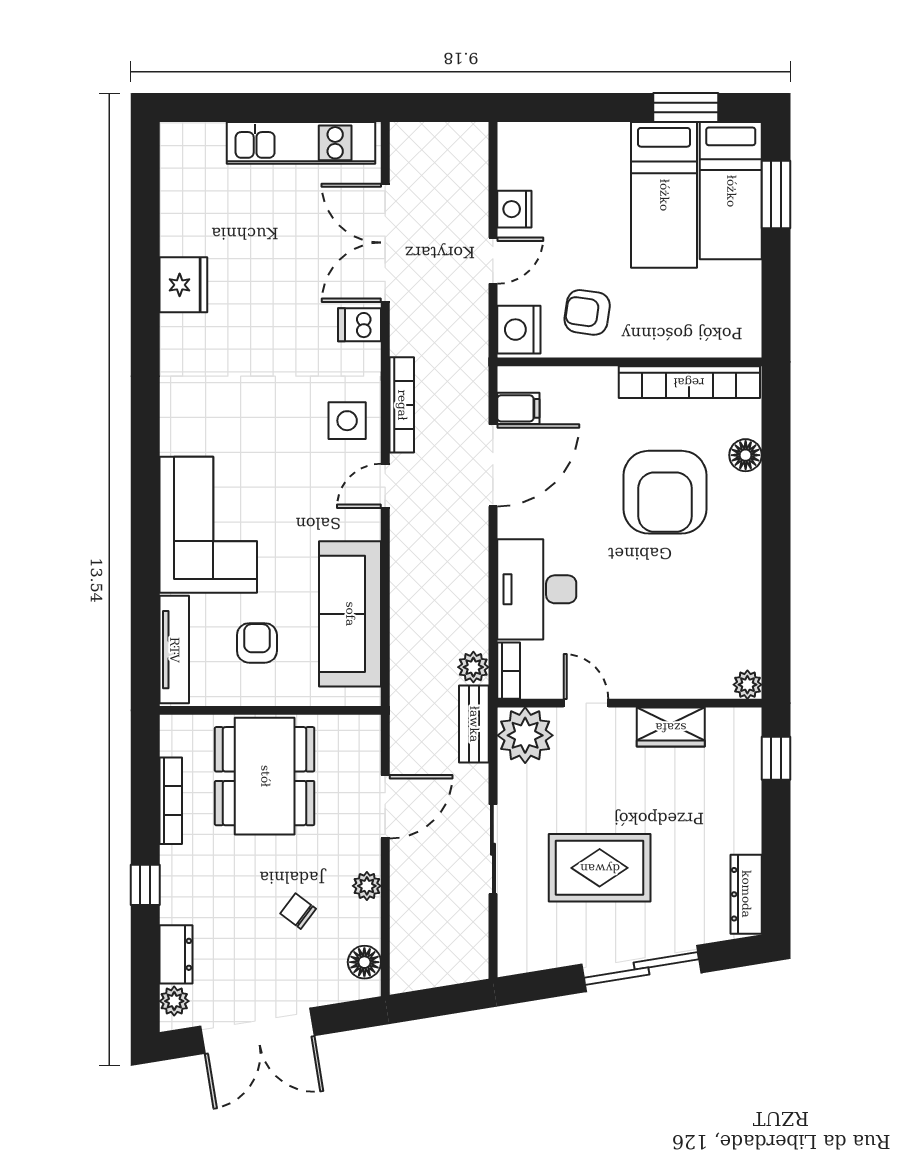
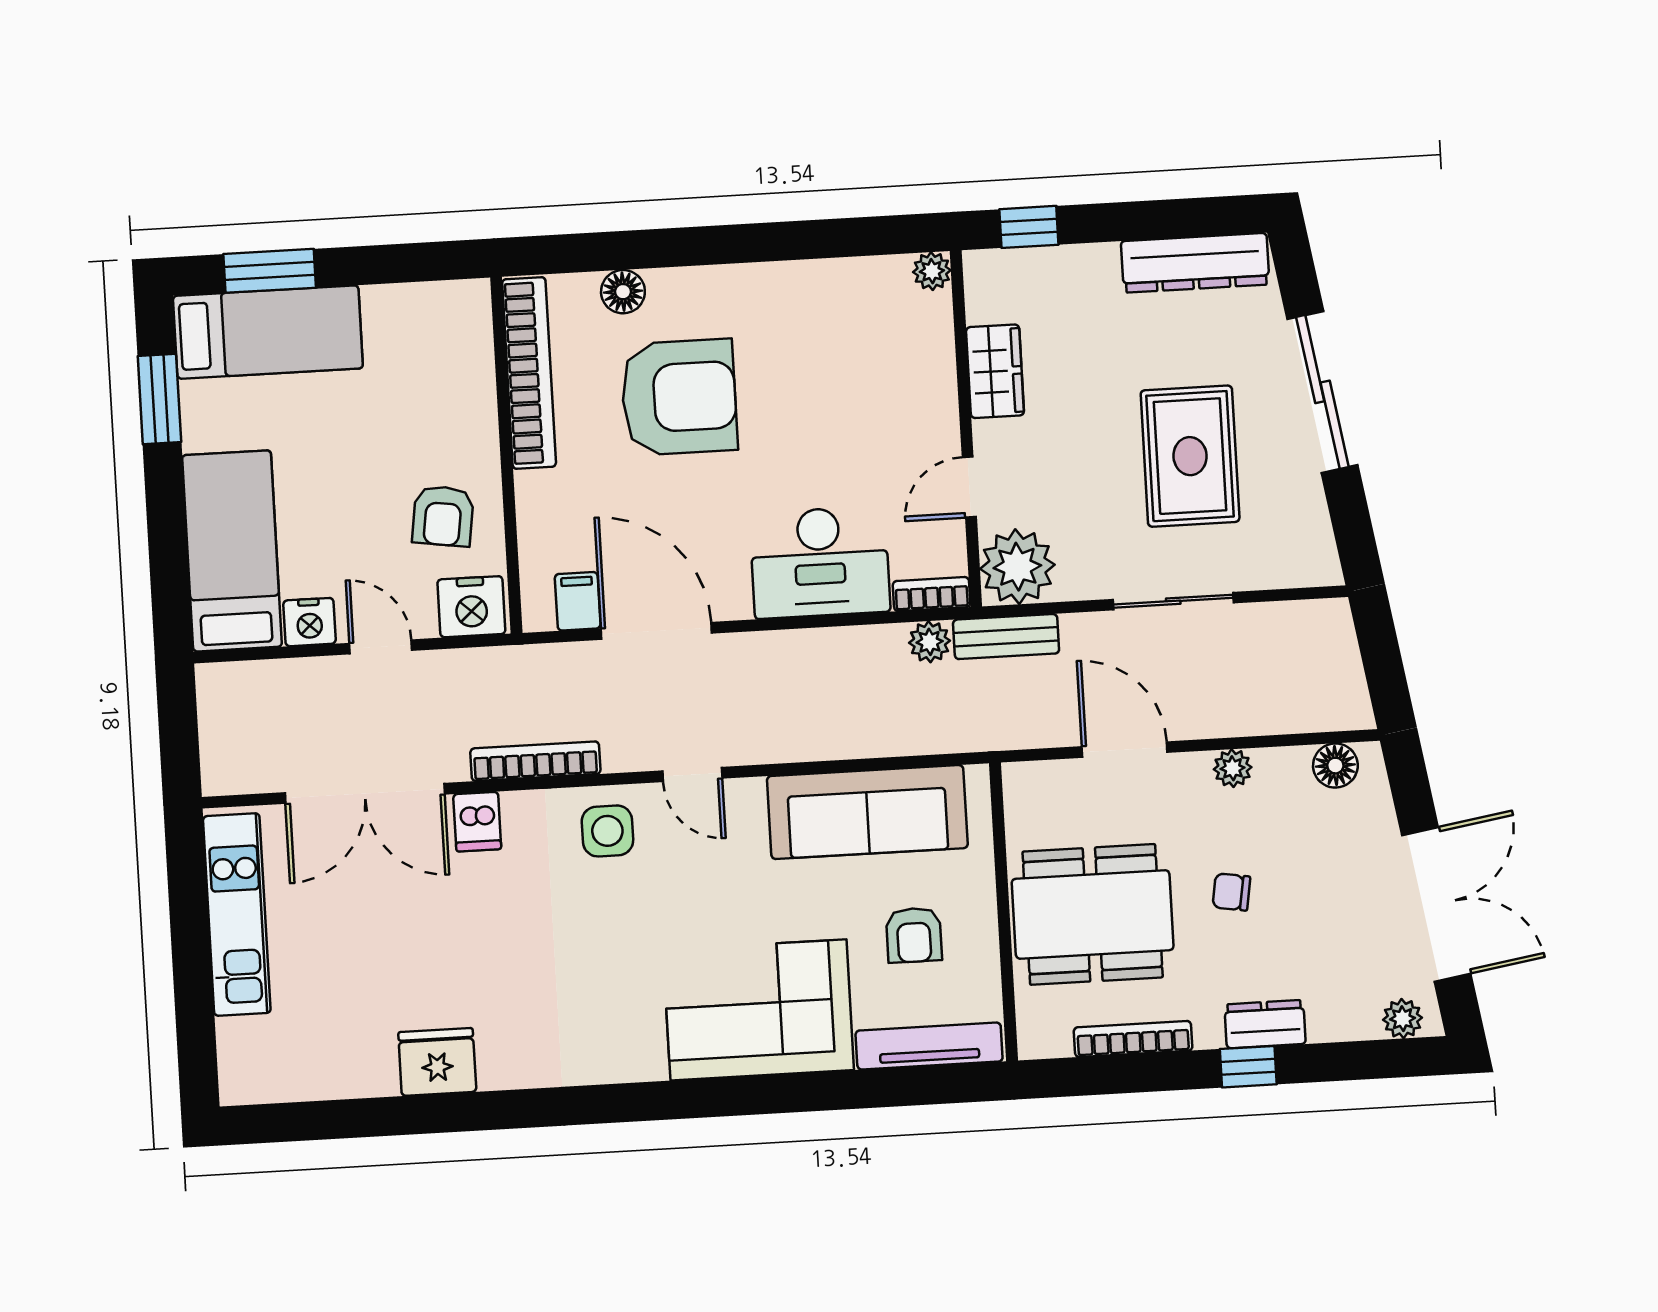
bed: (664, 195) -> (232, 551), moved, turned -90
bookcase: (402, 405) -> (535, 761), moved
armchair: (257, 643) -> (914, 935), turned -90
dresser: (746, 894) -> (1195, 263), width x1.37, depth x1.24
chair: (298, 911) -> (1231, 892), moved, turned 62
dresser: (176, 954) -> (1265, 1024), moved

